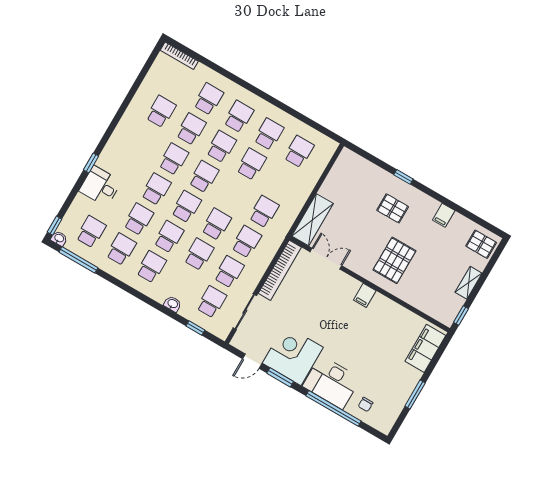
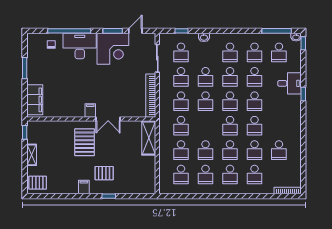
school desk: (281, 182) -> (181, 150), added
filing cabinet: (444, 215) -> (84, 187), moved
double door: (326, 259) -> (108, 119), moved

